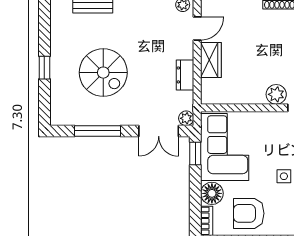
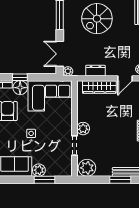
door: (197, 29) -> (125, 78), hinge flipped
wardrobe: (211, 60) -> (99, 87), width x1.50
window: (195, 153) -> (20, 77), moved

